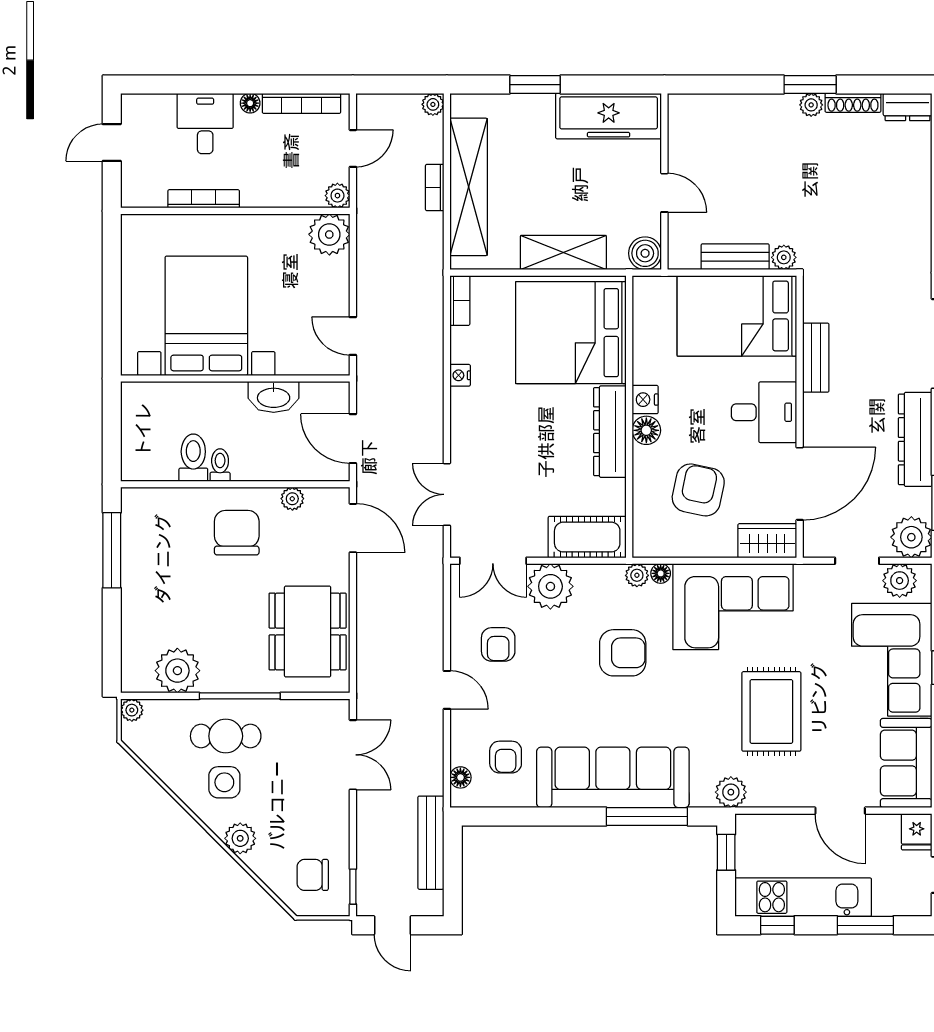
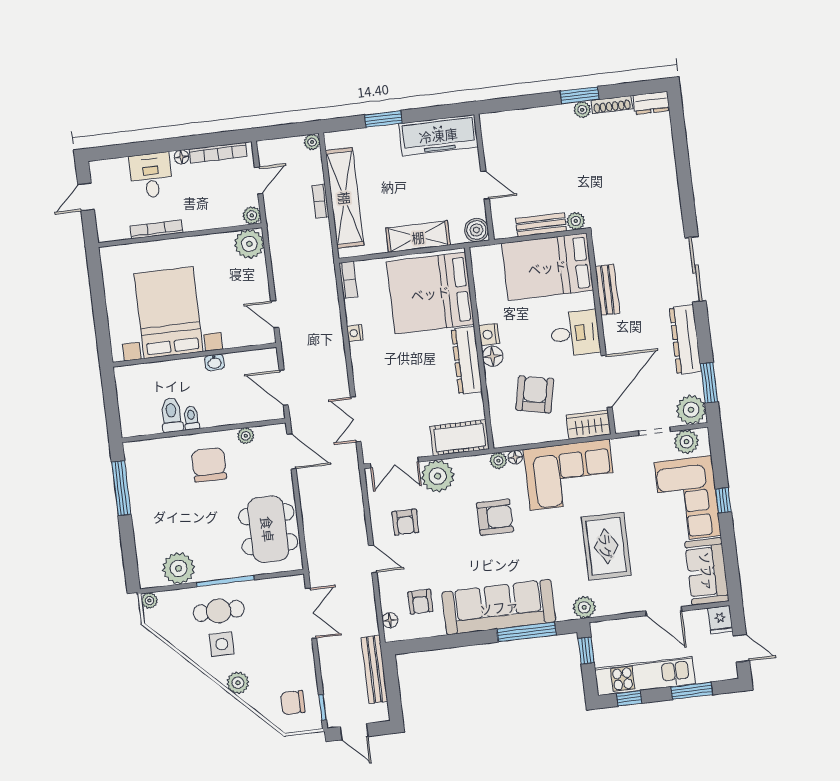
washbasin: (274, 397) -> (214, 362), width x0.52, depth x0.69

